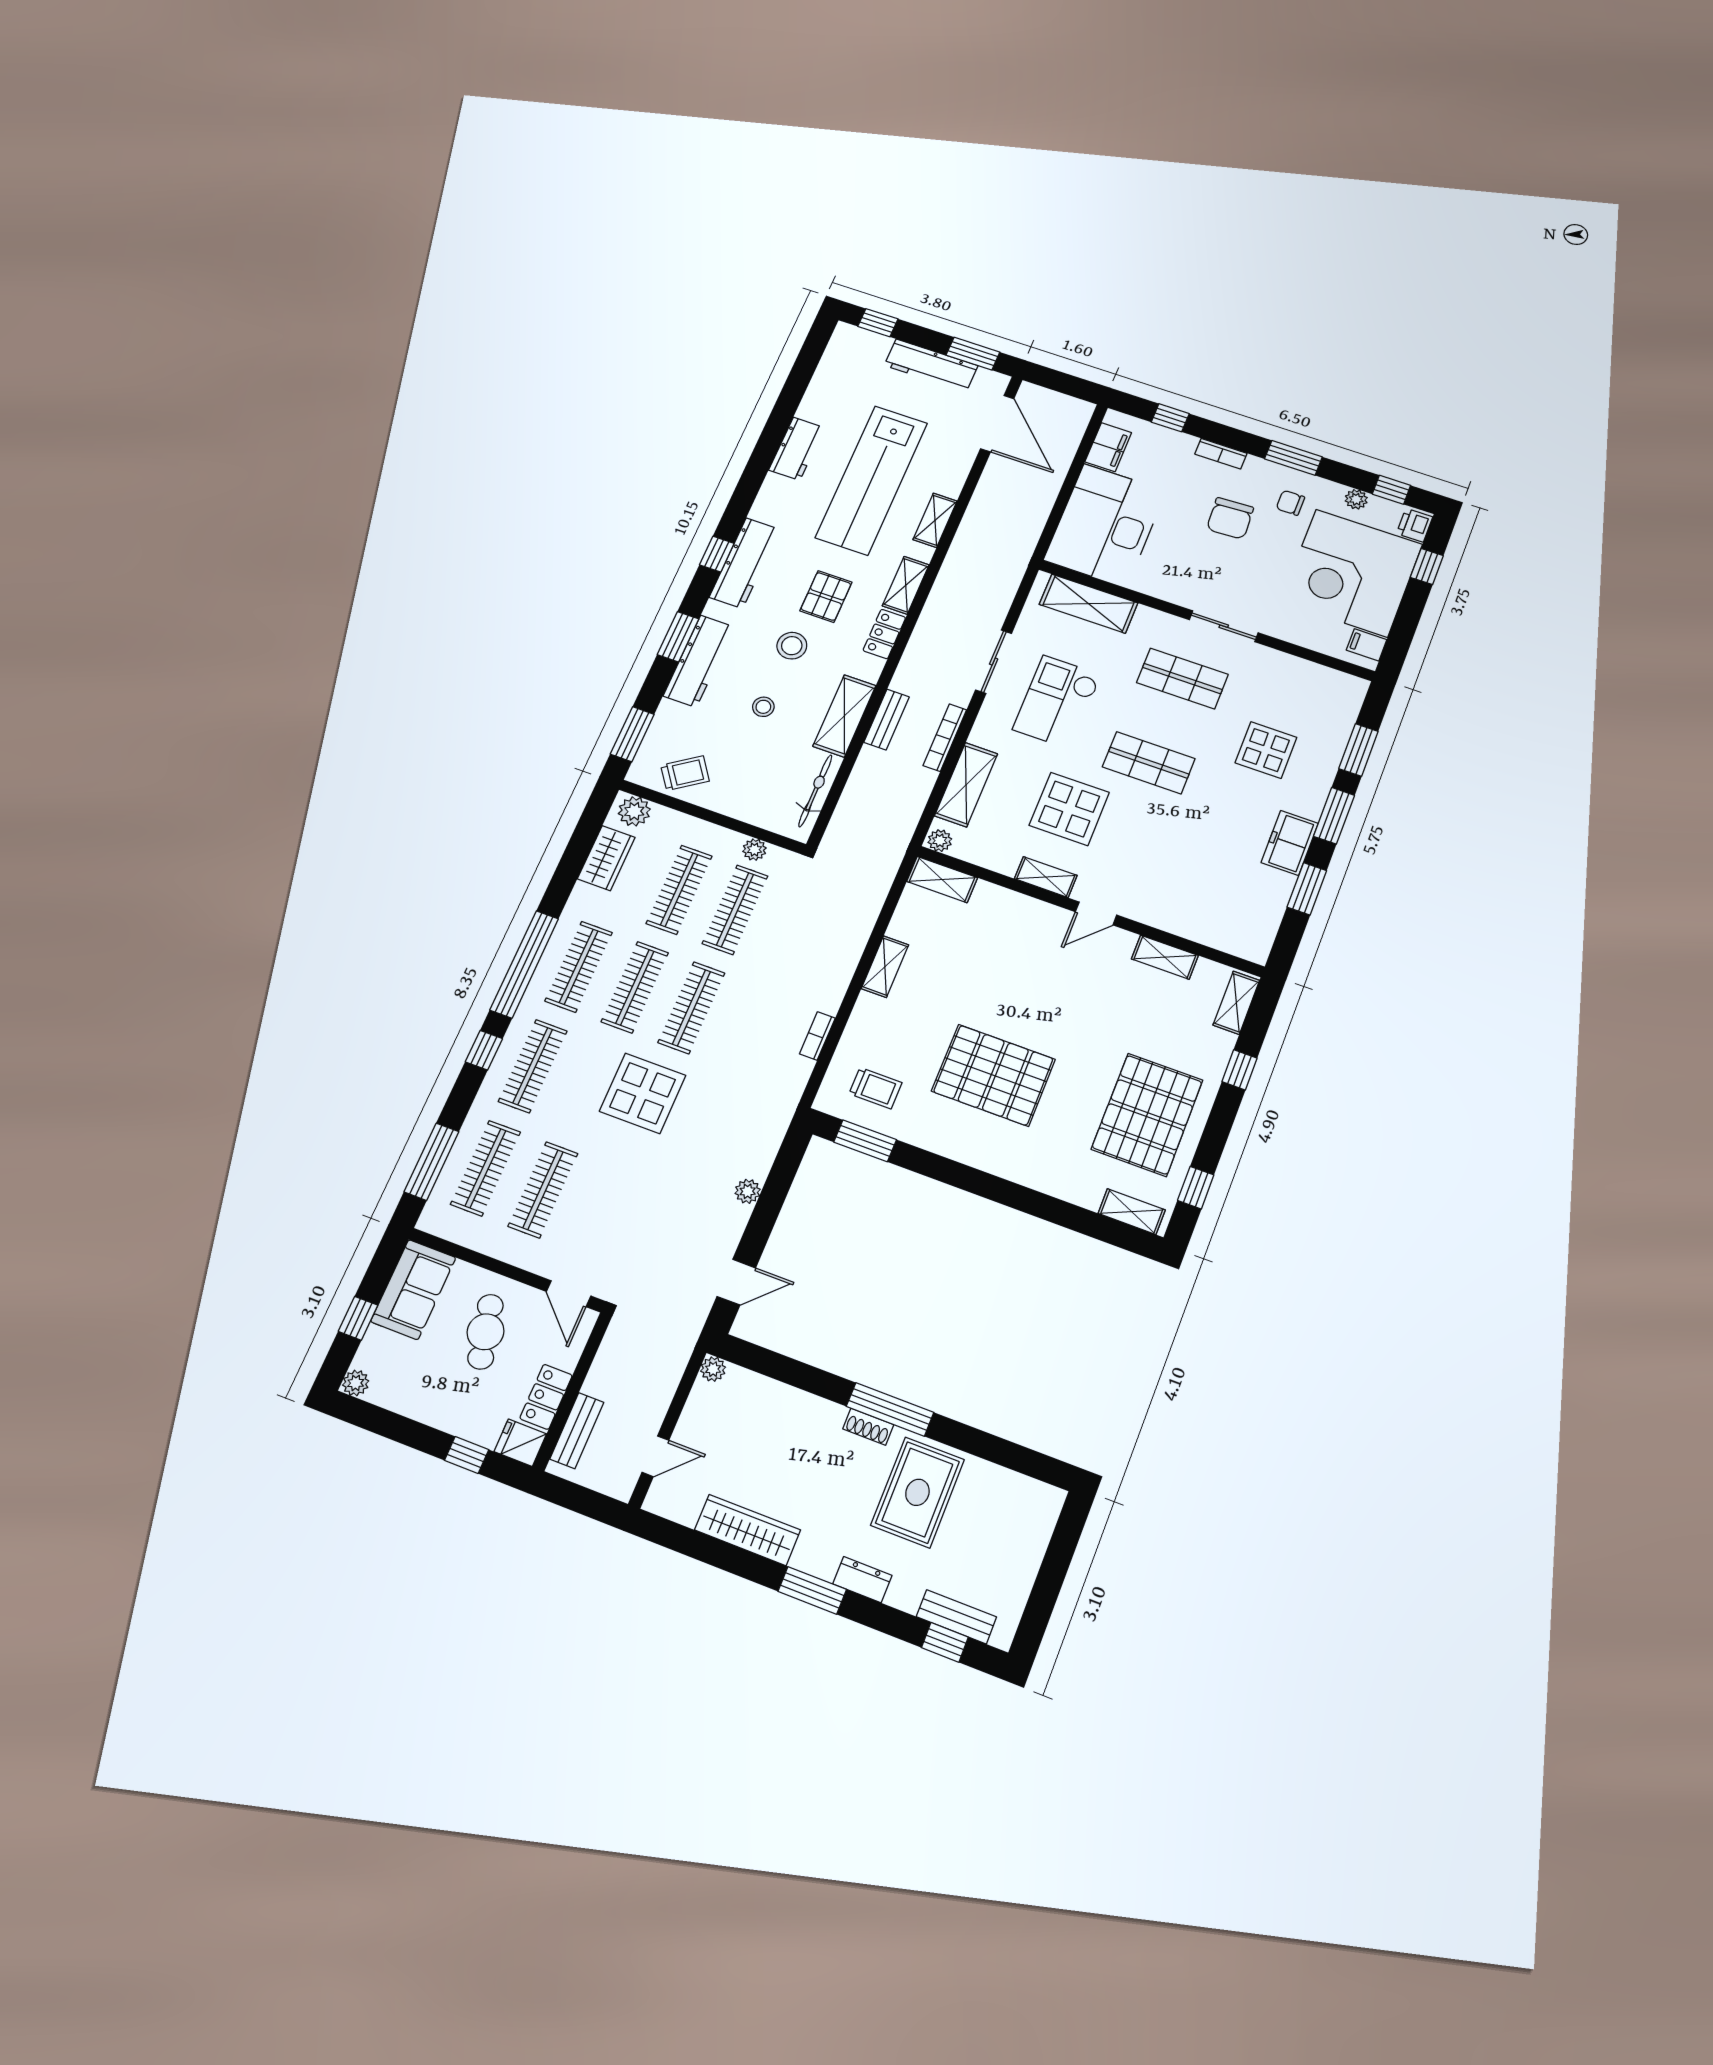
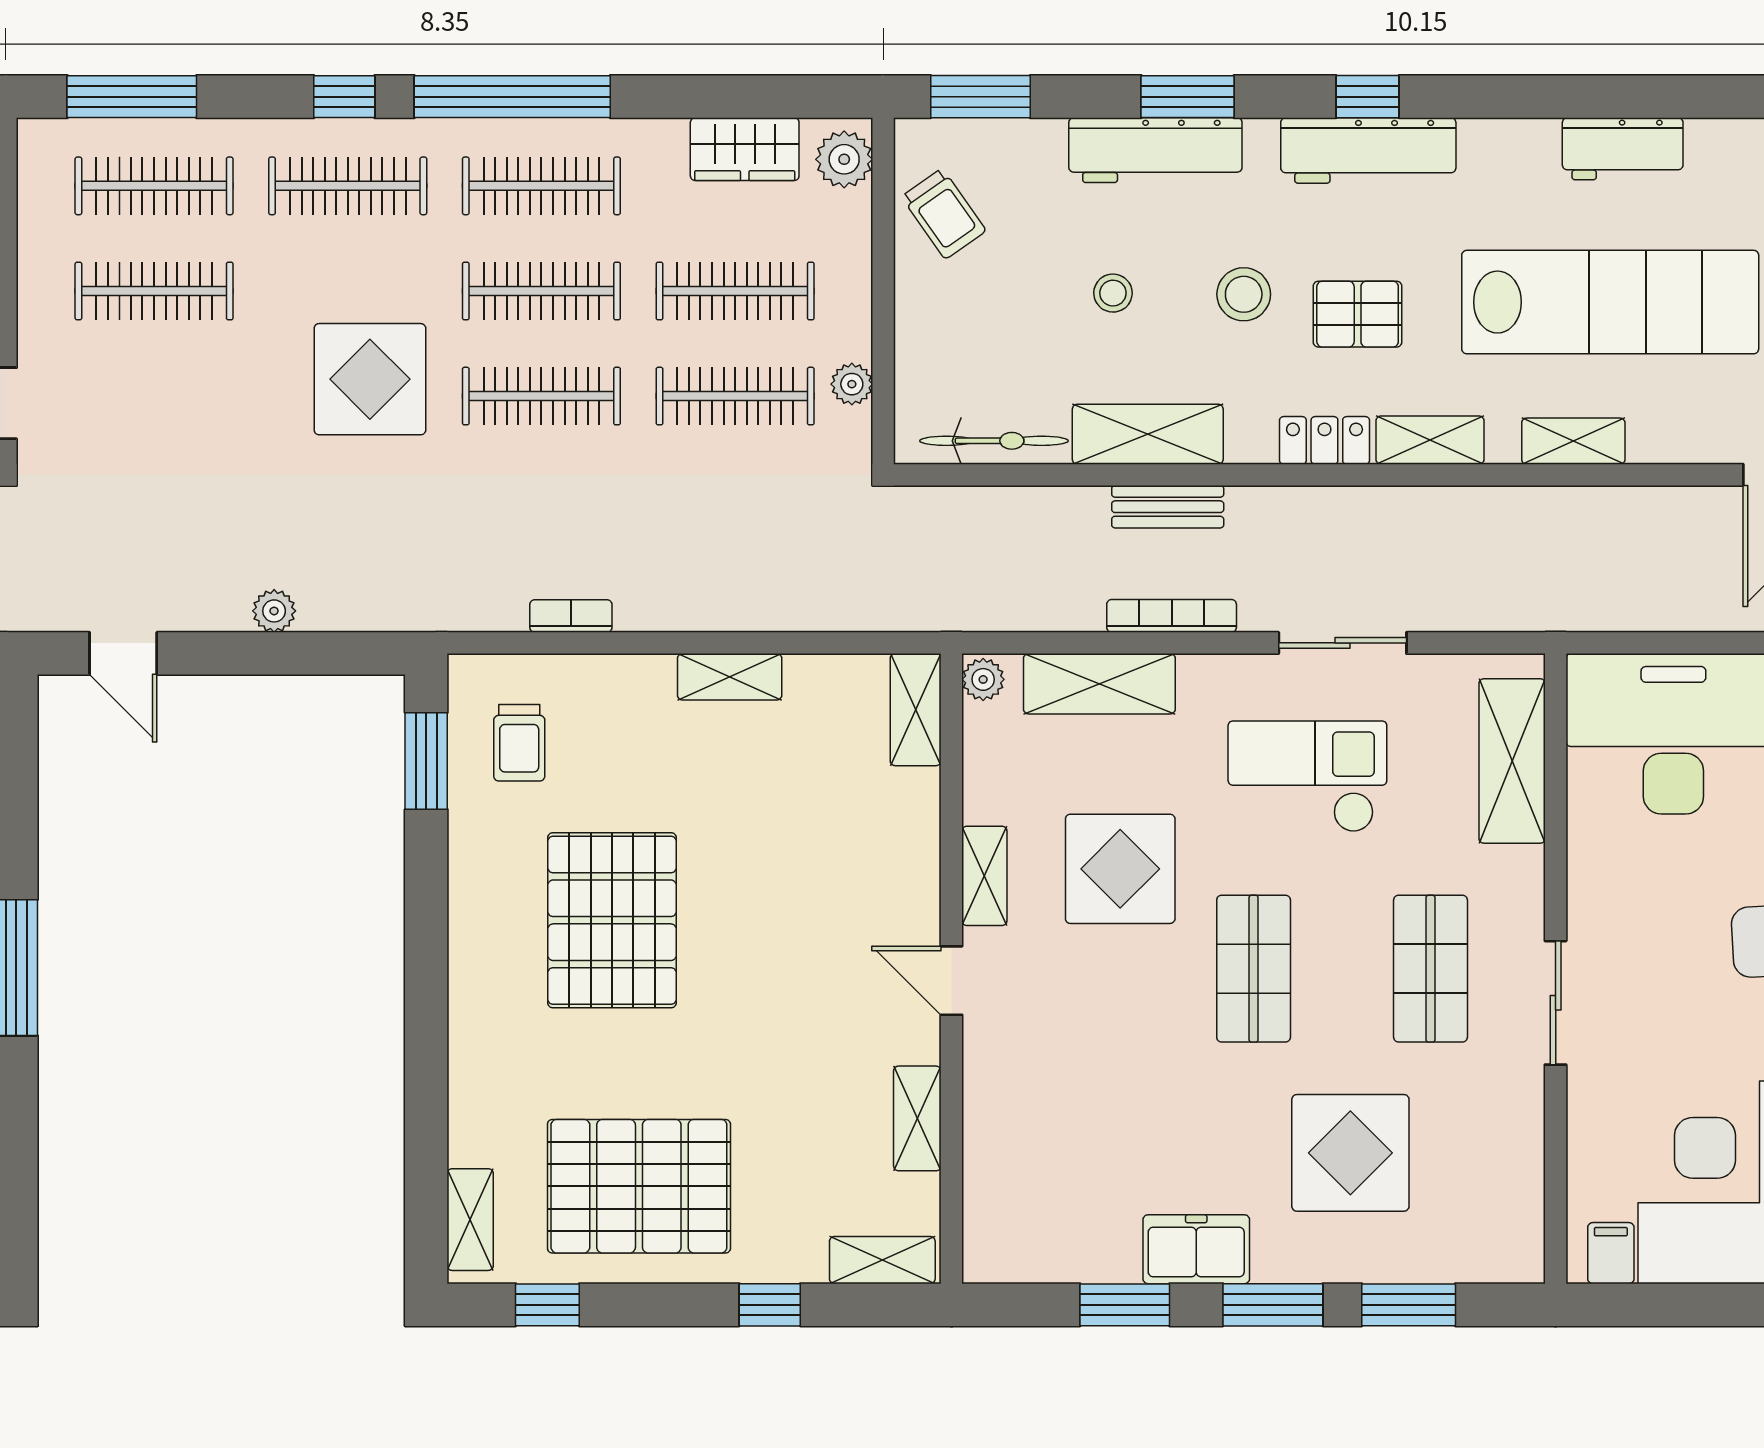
lab bench: (871, 480) -> (1610, 302), turned 180
display table: (1266, 750) -> (1350, 1153), width x1.36, depth x1.36

